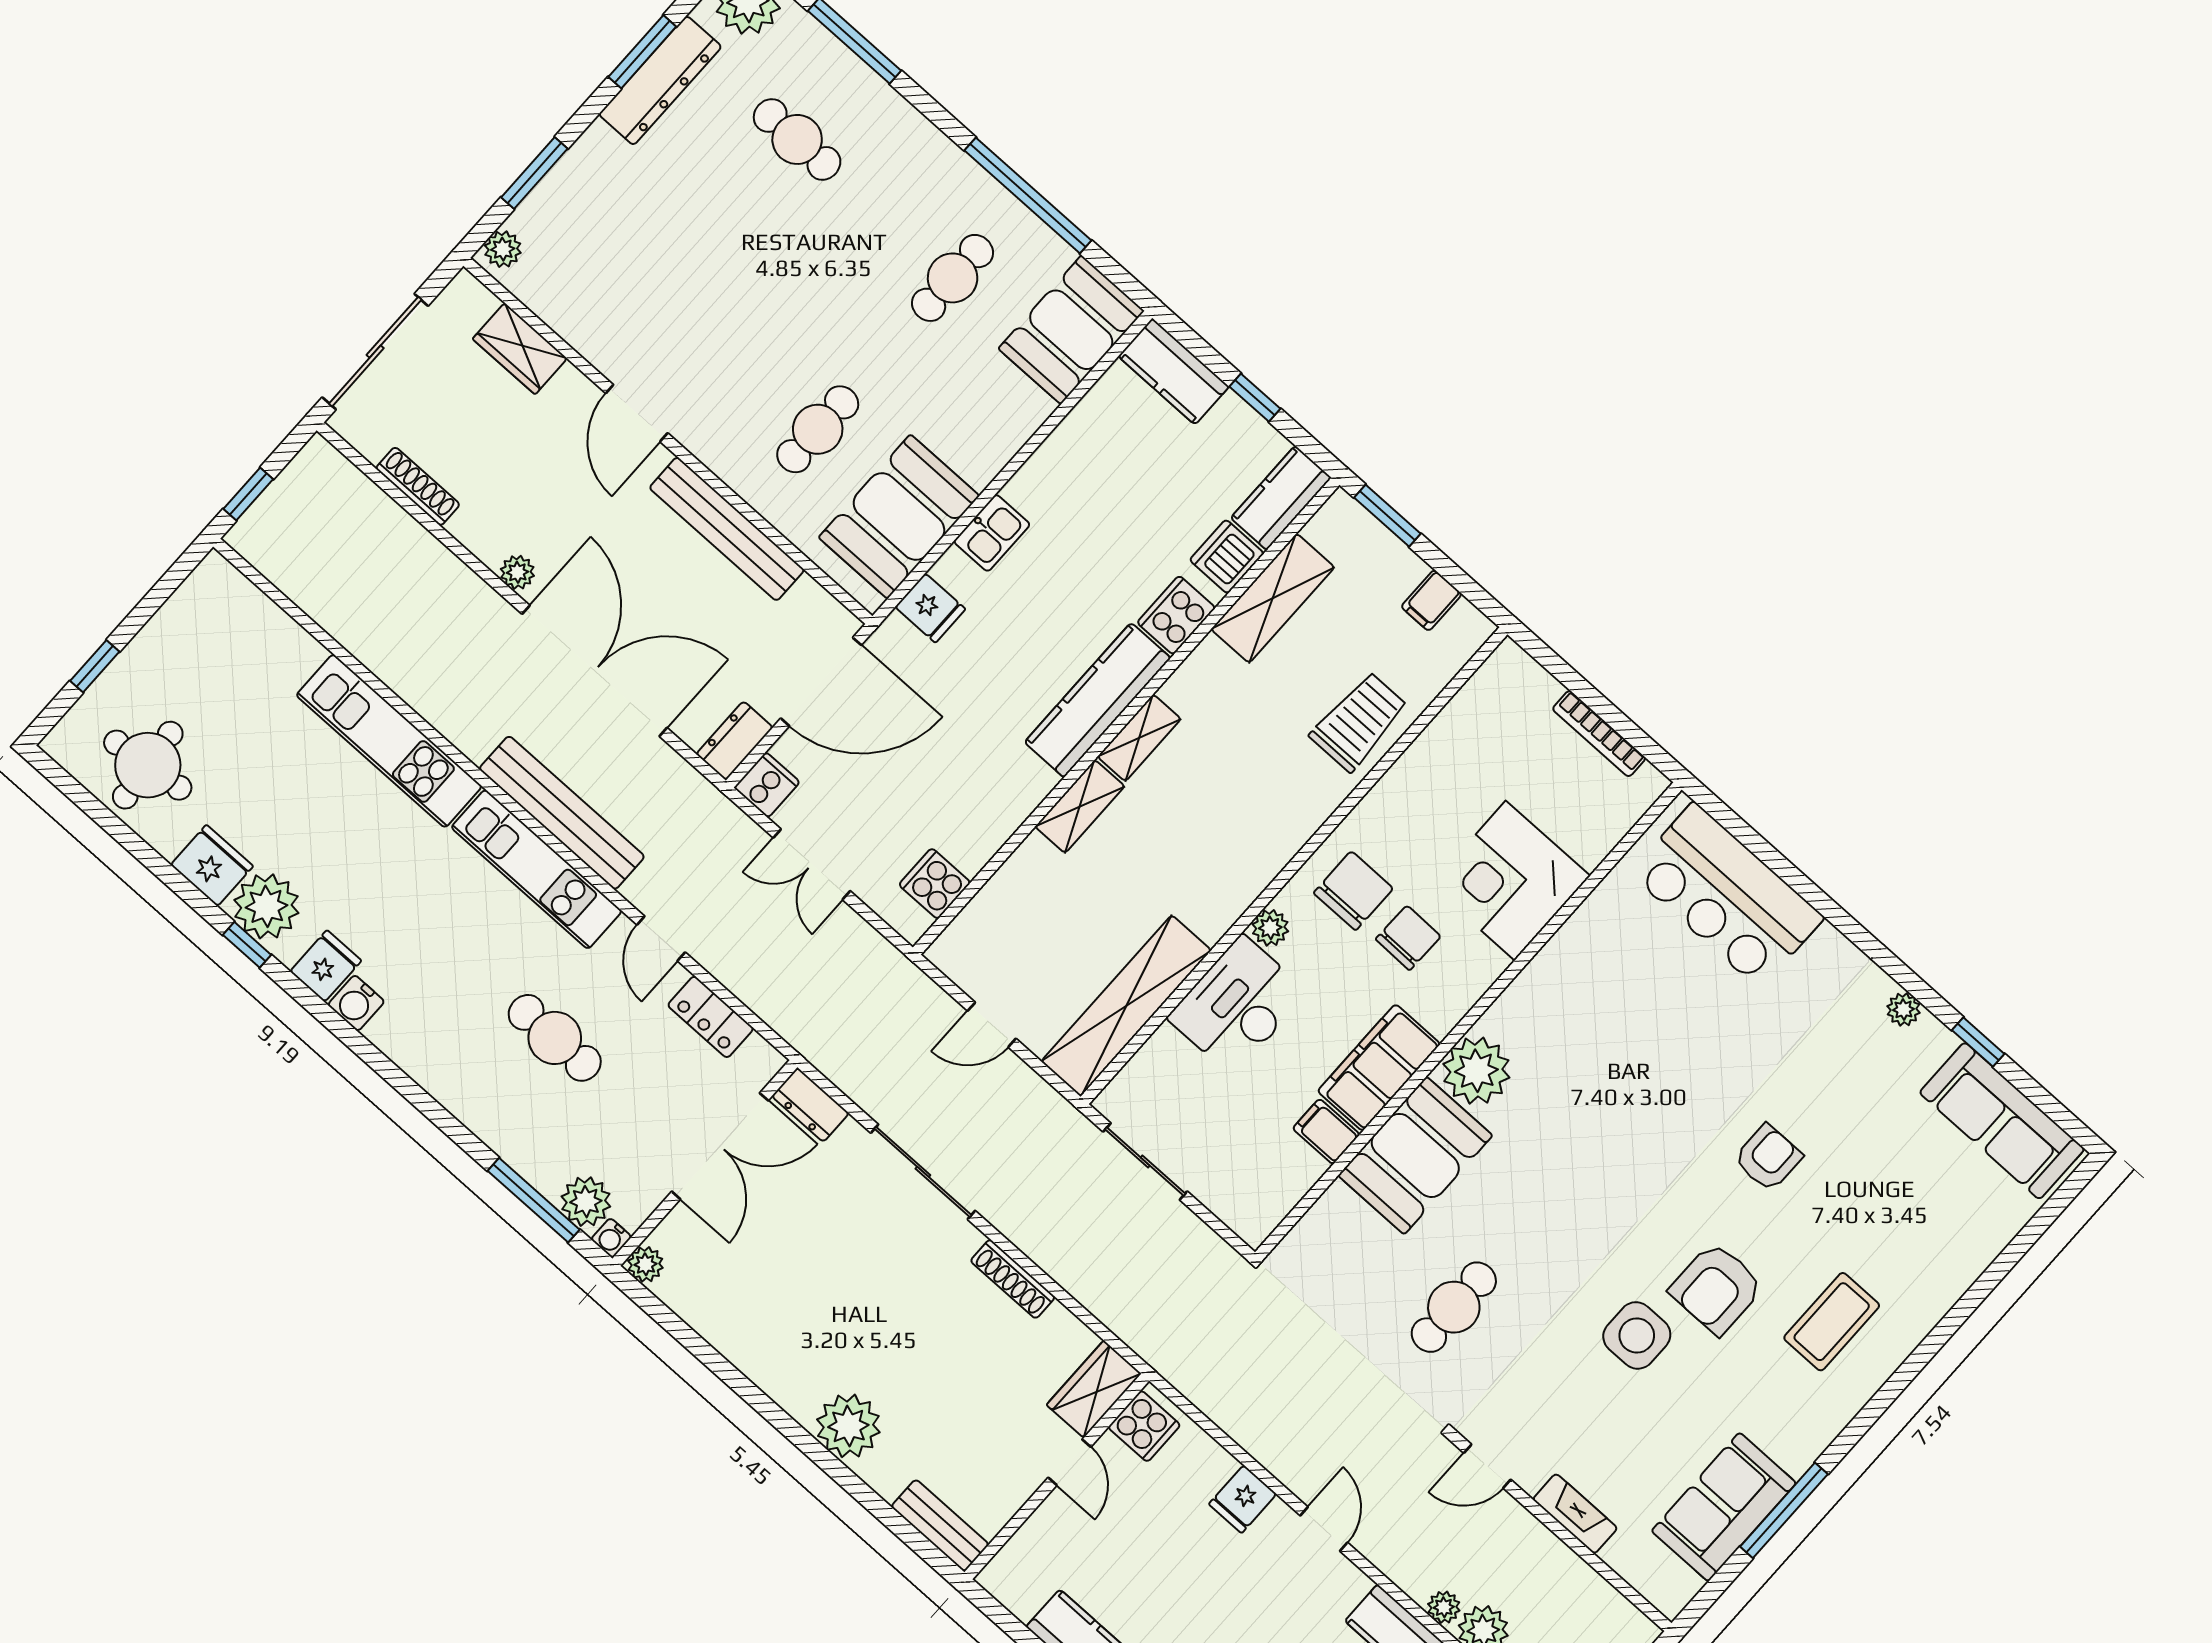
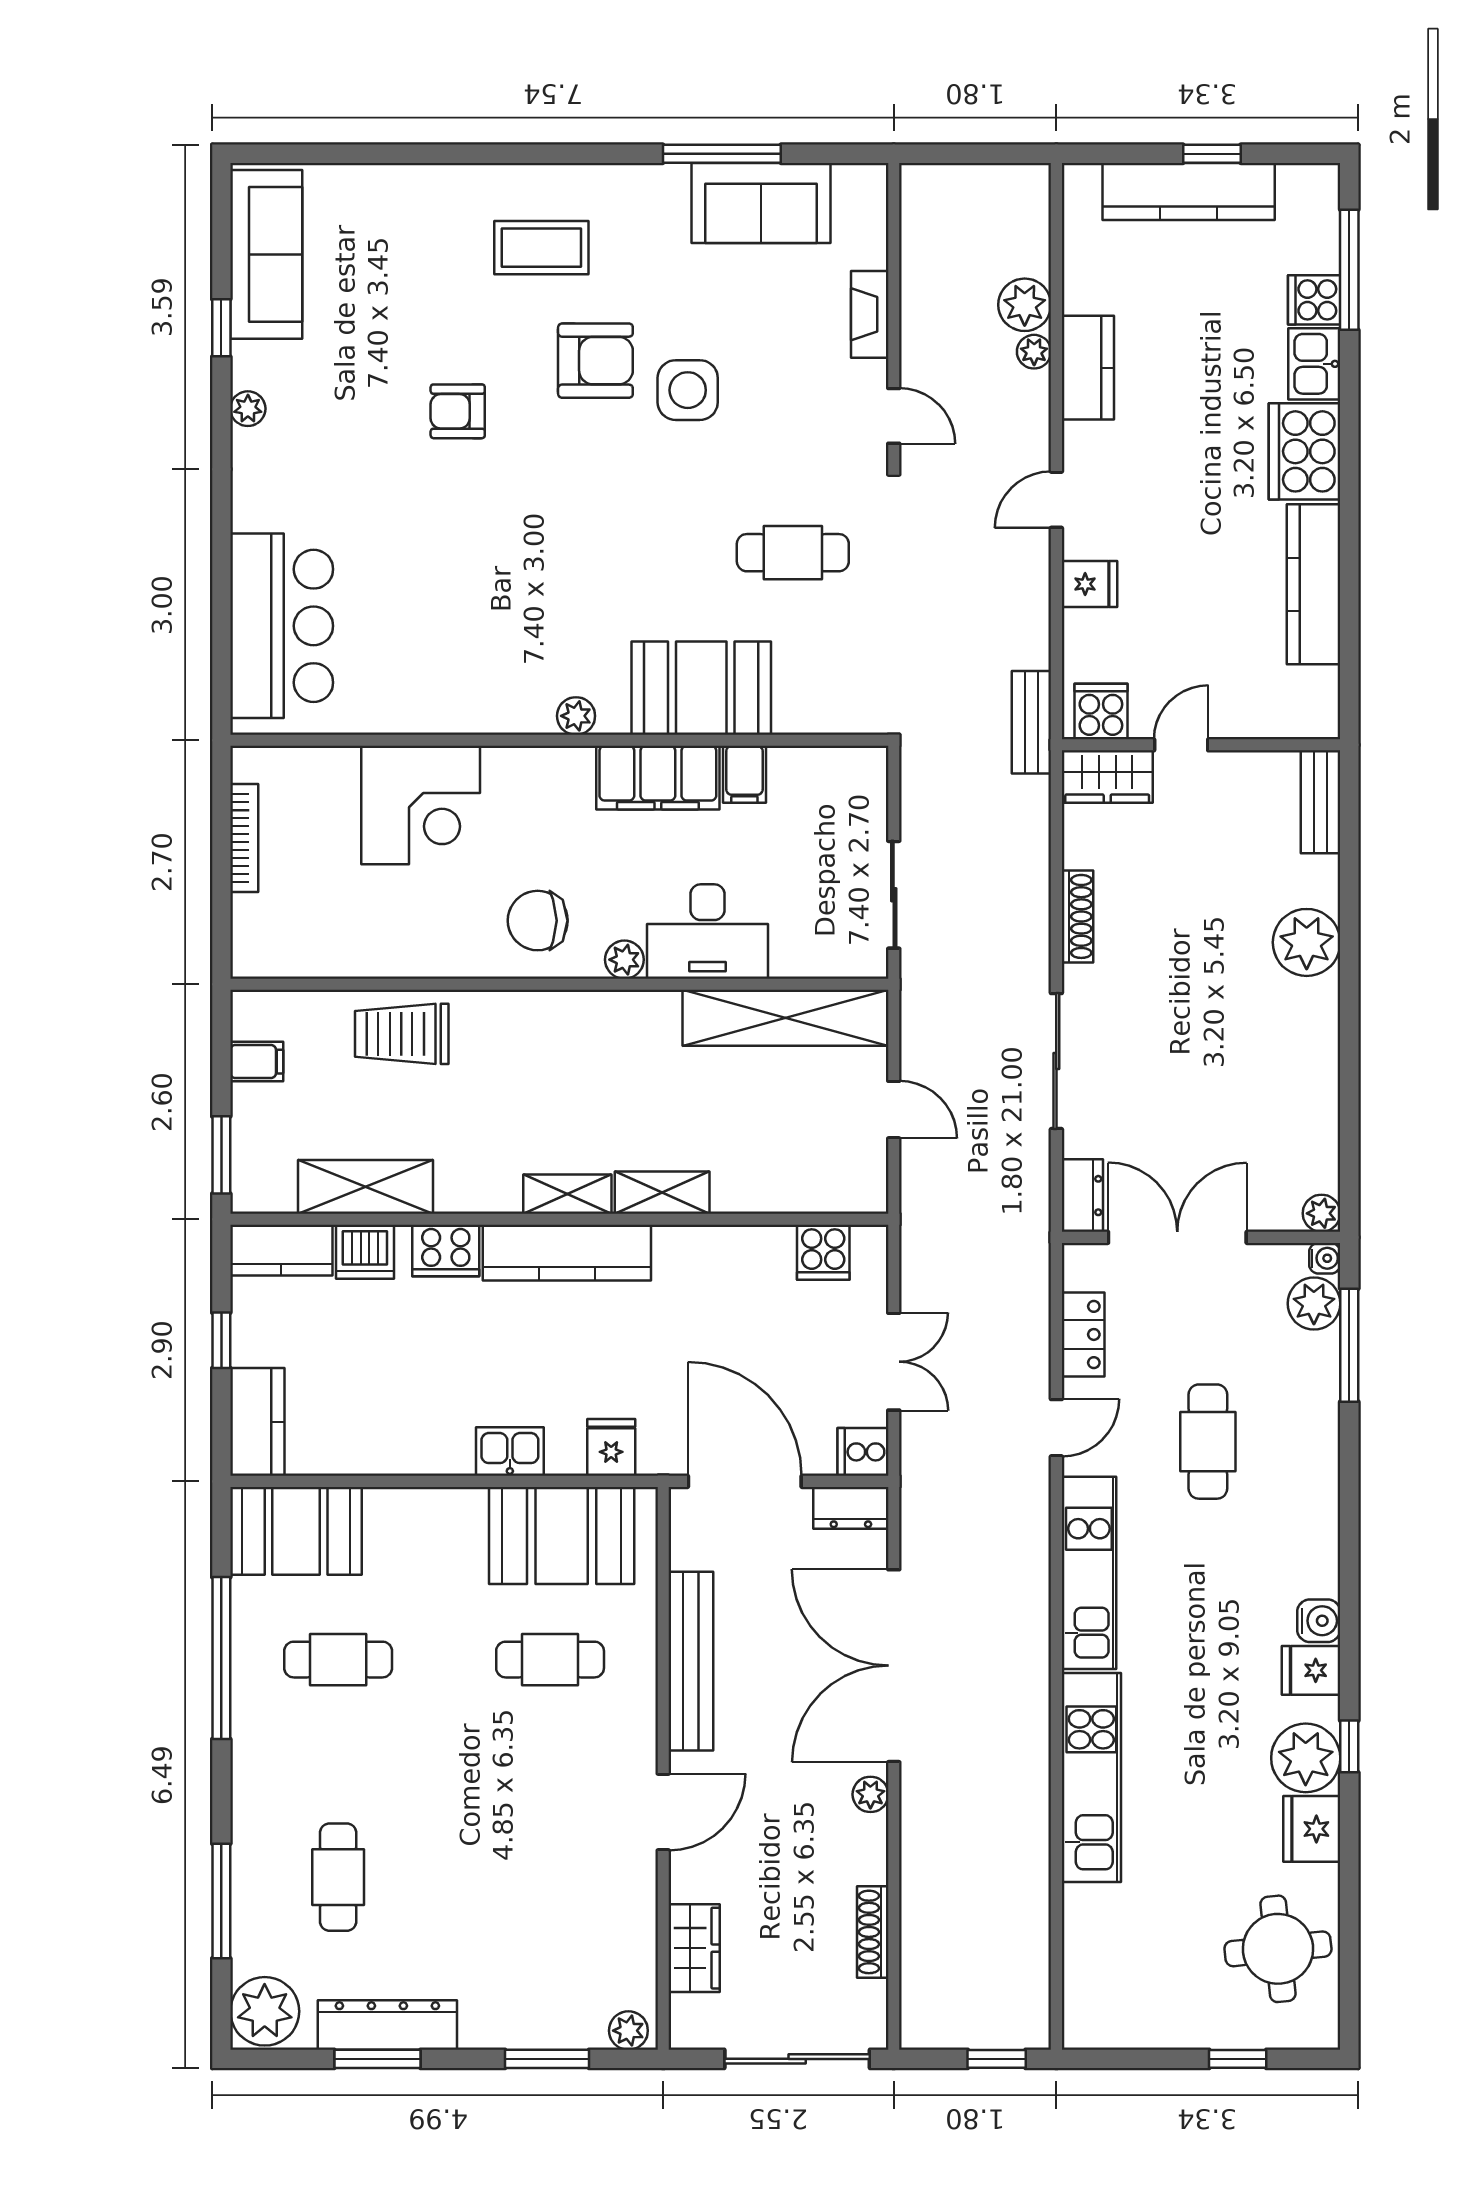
bench: (562, 813) -> (1031, 722), moved, width x0.54, depth x0.82
chair: (1408, 938) -> (536, 845), removed
plant: (1476, 1071) -> (576, 716), width x0.53, depth x0.53

